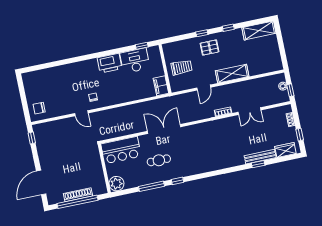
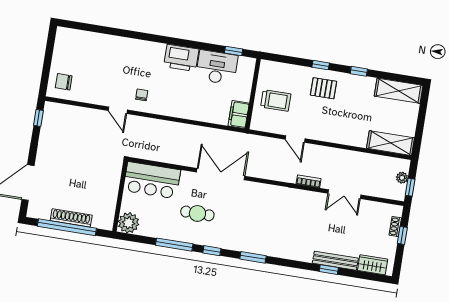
shelving: (232, 74) -> (391, 143), moved
door: (204, 88) -> (295, 139), hinge flipped
window: (300, 135) -> (402, 235), moved
window: (206, 175) -> (253, 257), added

